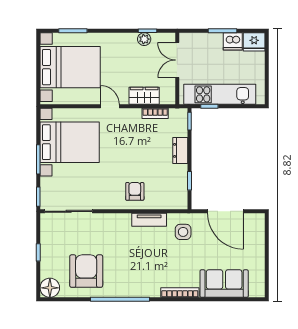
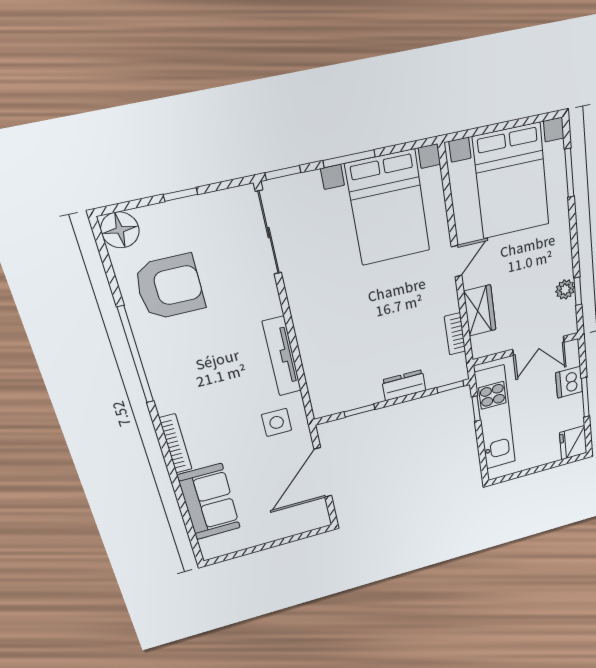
dishwasher: (233, 41) -> (569, 382), moved
double door: (177, 60) -> (539, 346), swing flipped
armchair: (135, 191) -> (326, 334), removed
tv unit: (149, 220) -> (282, 356), width x1.41

